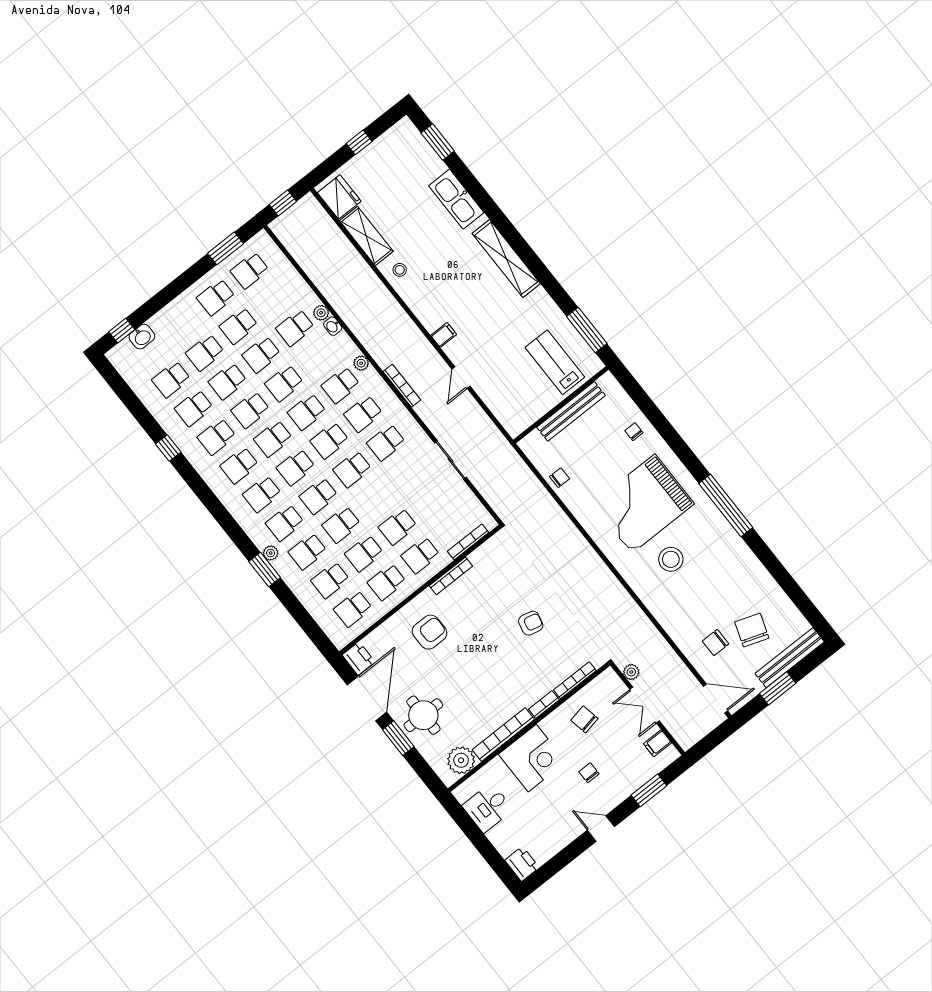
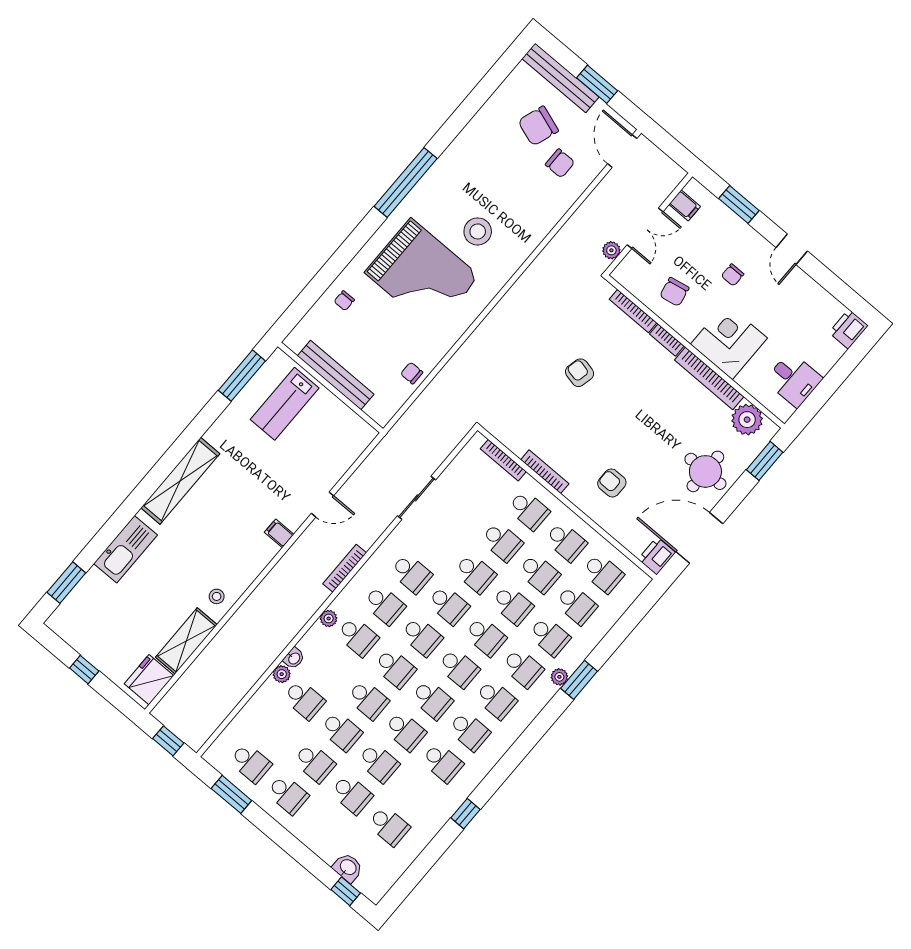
school desk: (194, 408) -> (475, 573), moved
armchair: (430, 632) -> (612, 483), width x0.72, depth x0.72
window: (398, 738) -> (765, 461), moved

